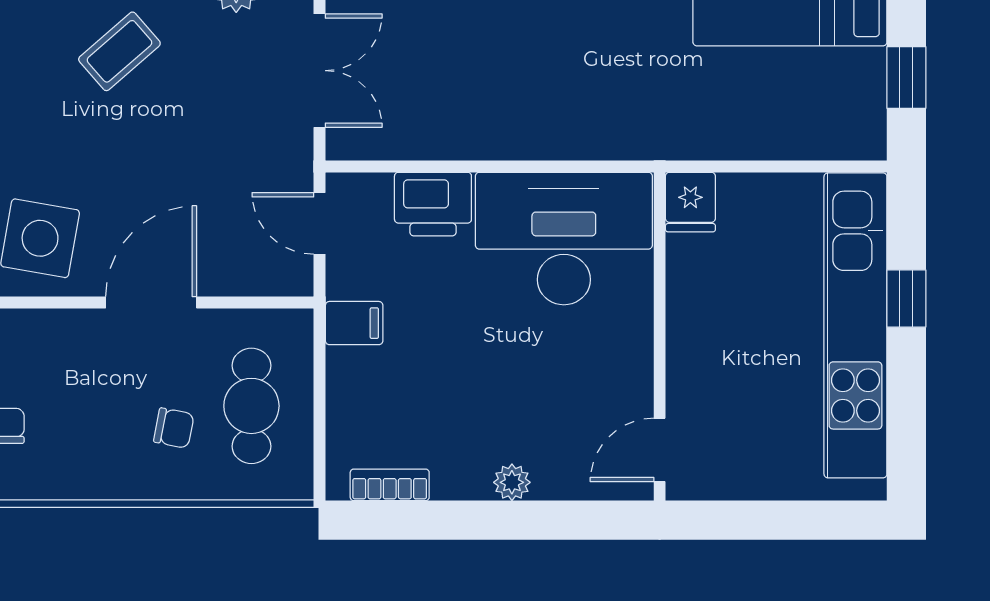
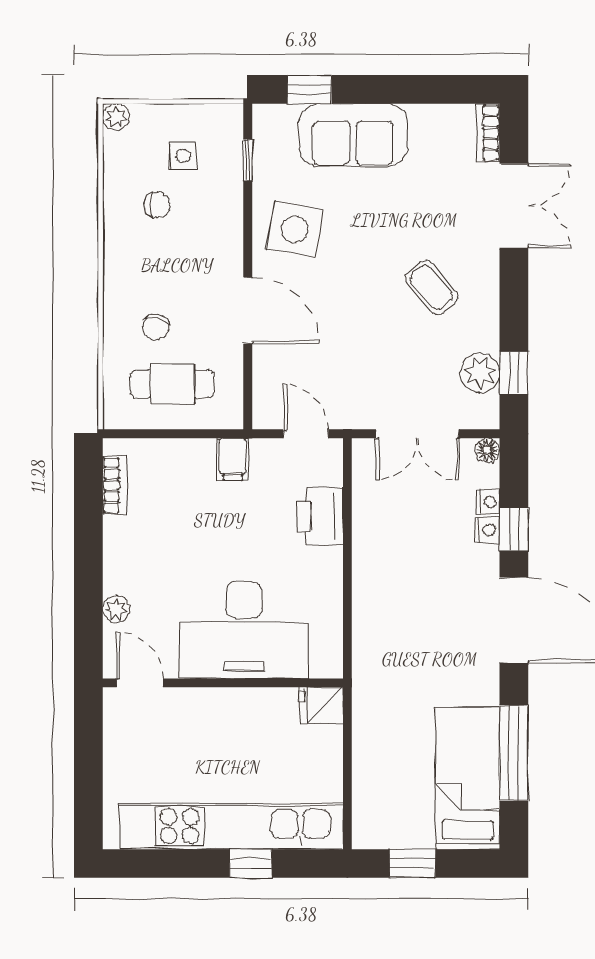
door: (319, 223) -> (306, 434), hinge flipped
desk: (564, 239) -> (244, 630), moved, turned 90
plant: (512, 482) -> (116, 609), moved

